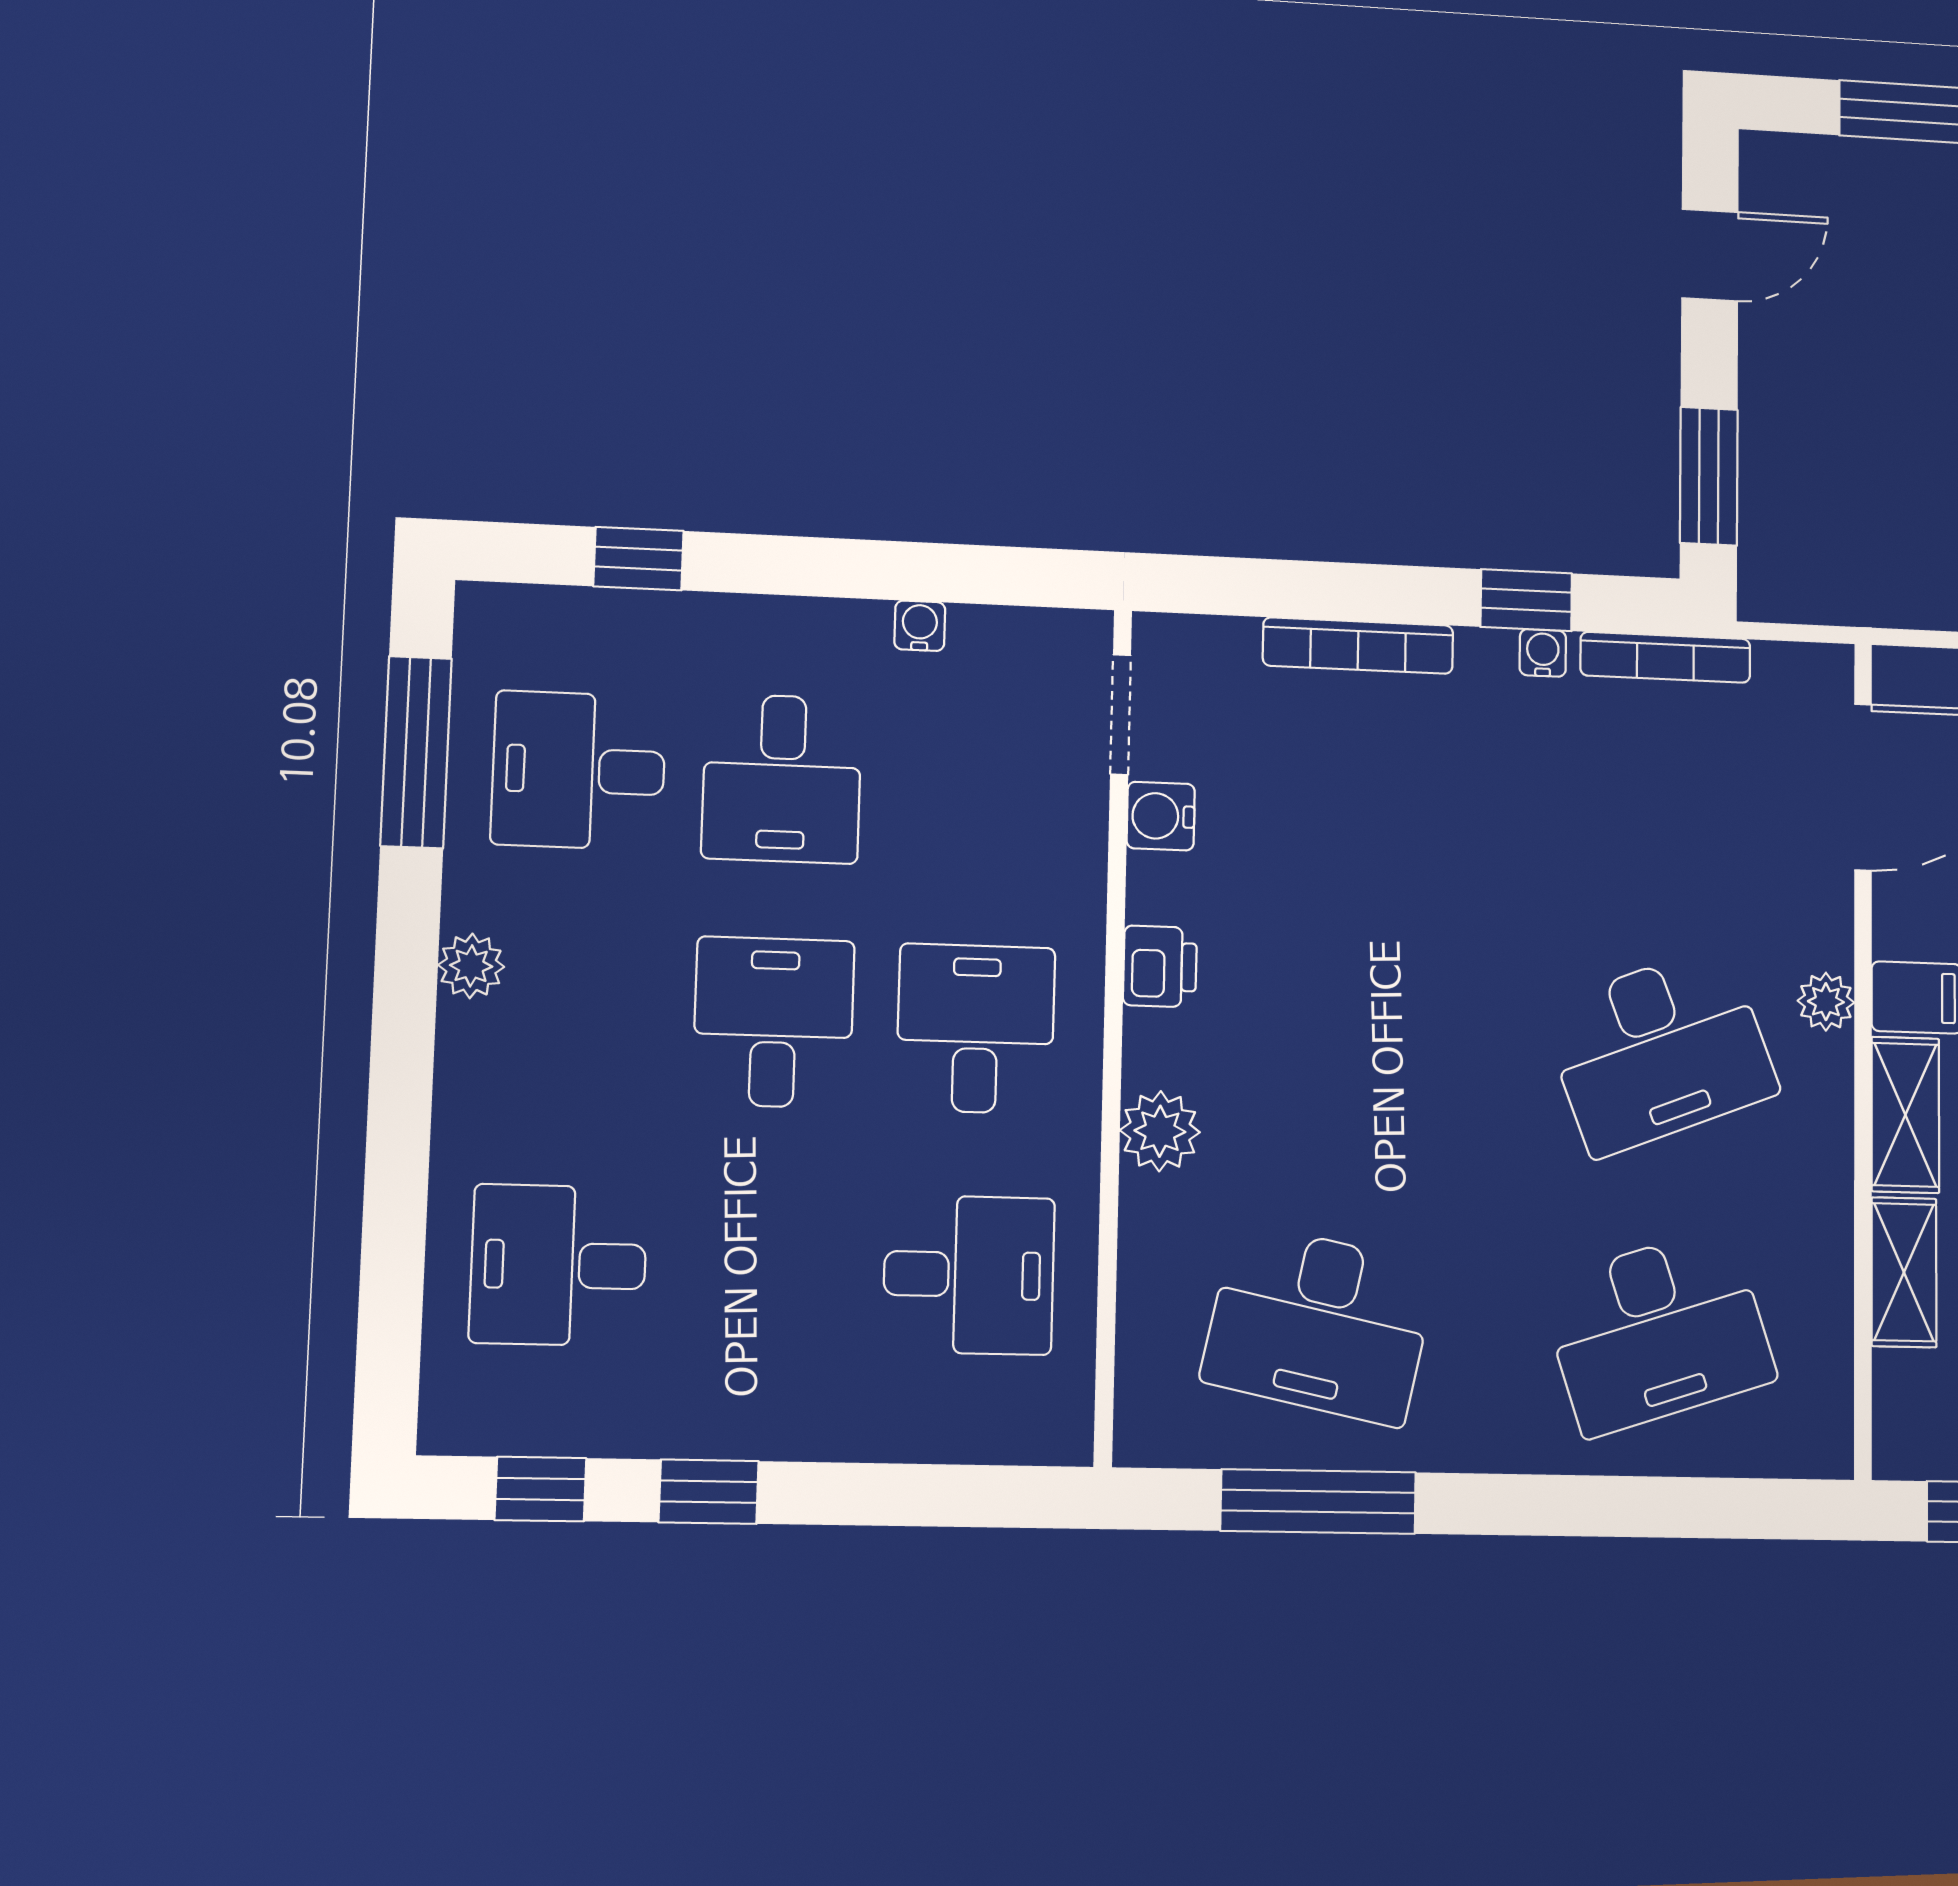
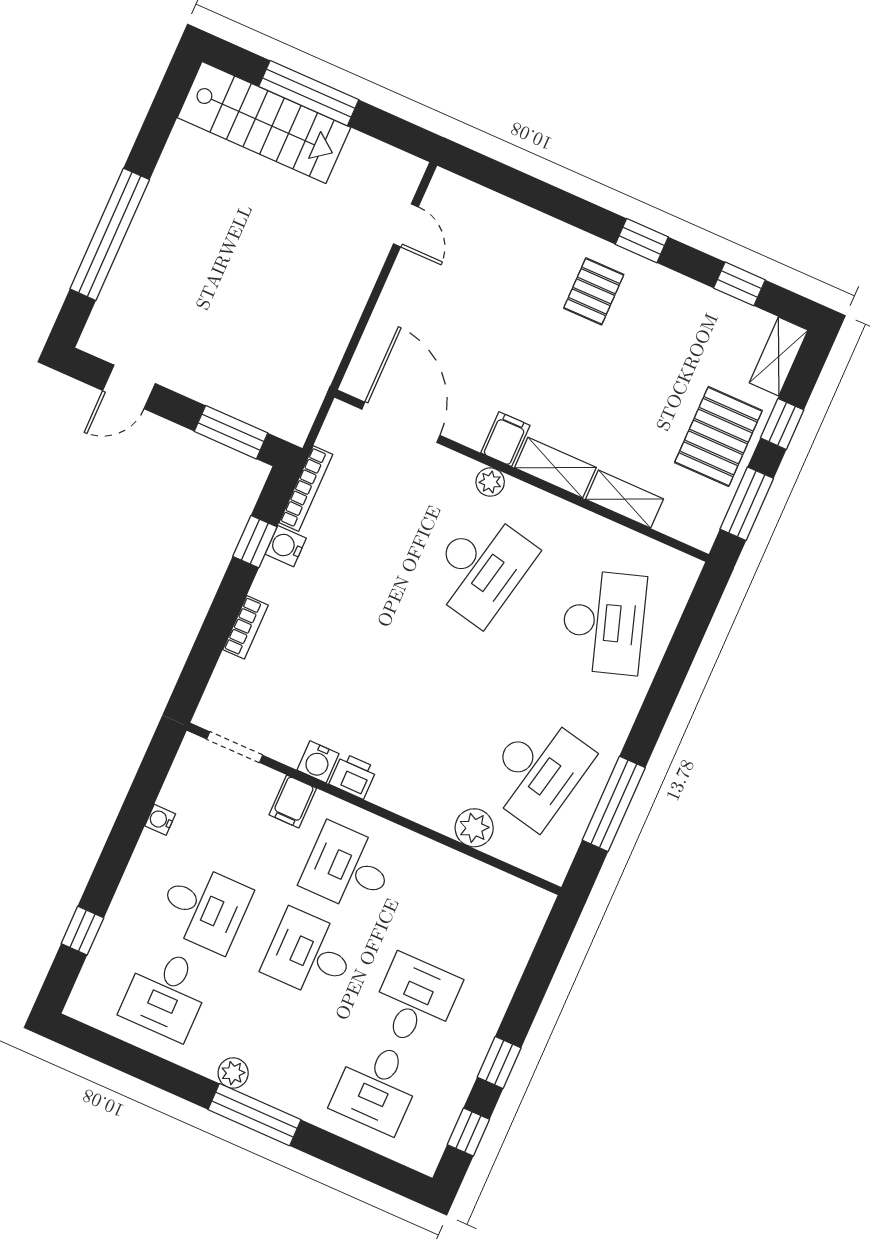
door: (1710, 255) -> (129, 387), swing flipped
bookcase: (1358, 646) -> (245, 627), width x0.64
water cooler: (1543, 653) -> (286, 546), width x1.38, depth x1.38
window: (416, 752) -> (254, 1115), moved
water cooler: (1161, 816) -> (318, 762), moved
filing cabinet: (1062, 869) -> (293, 801), added
desk: (1659, 1050) -> (481, 568), turned 33
plant: (1160, 1131) -> (474, 828), moved
desk: (969, 1275) -> (415, 1001), moved

